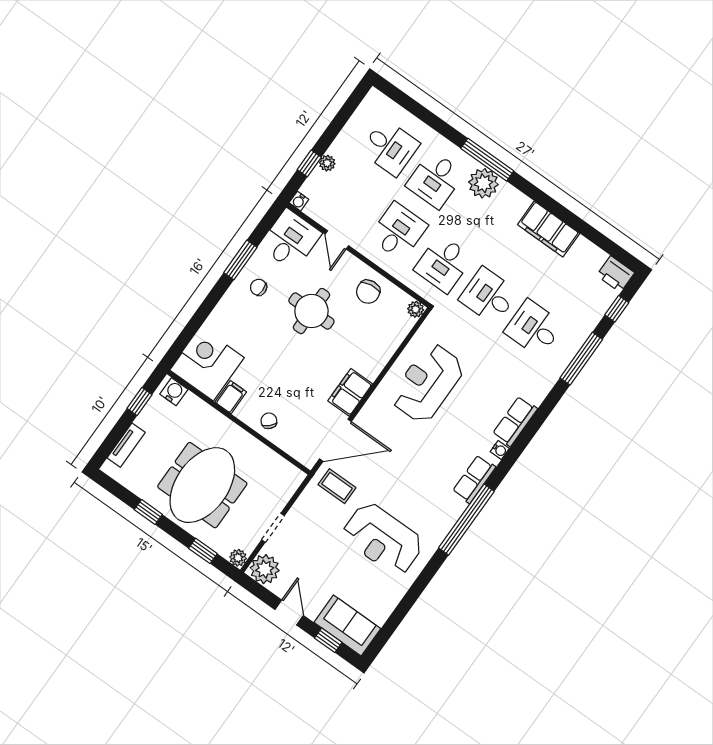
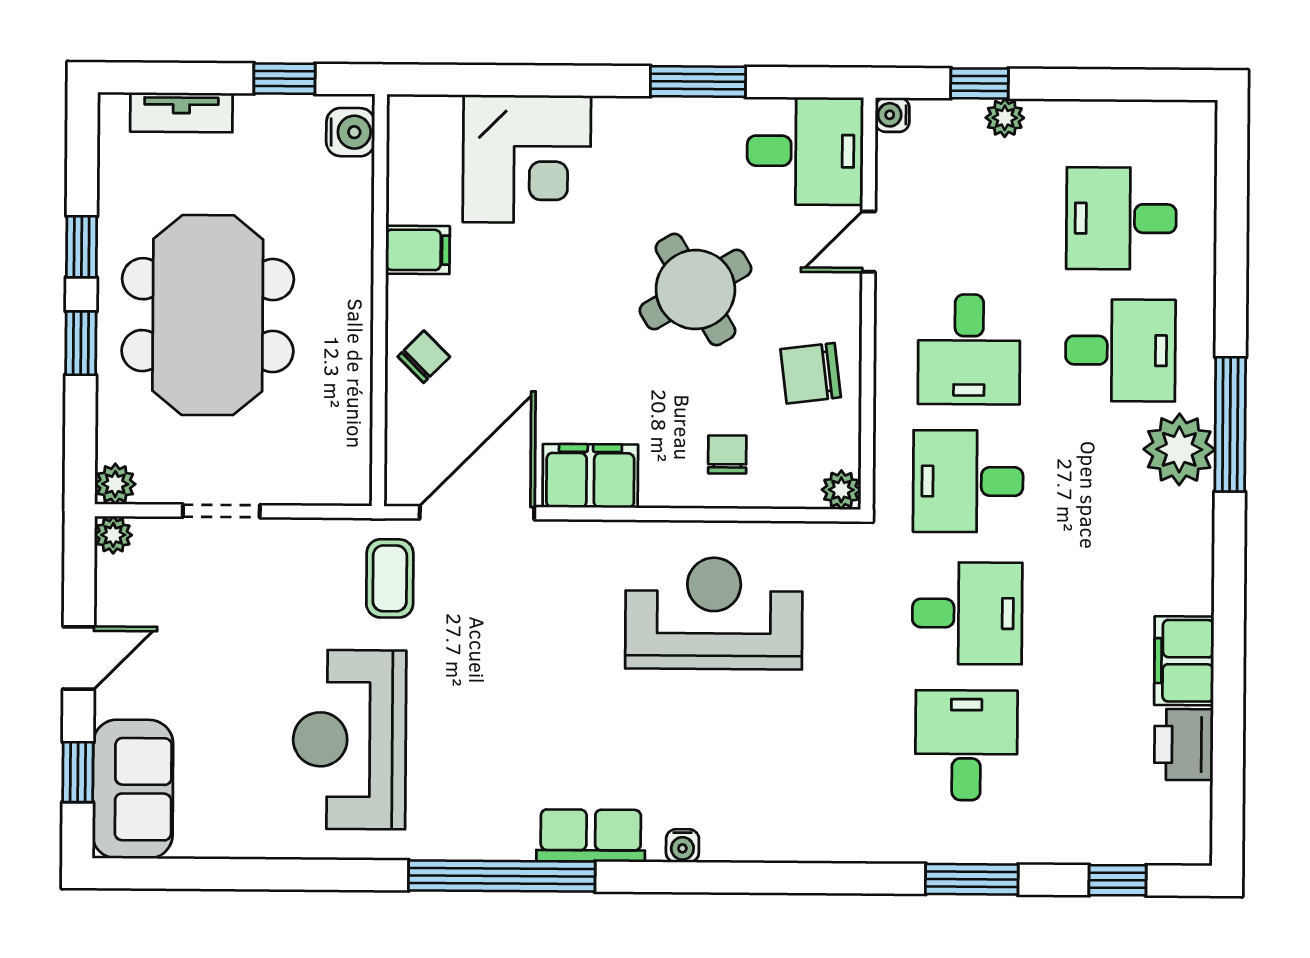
desk: (390, 147) -> (1121, 218), turned 90
desk: (435, 180) -> (1120, 350), turned 180
filing cabinet: (549, 229) -> (1184, 661), width x0.67, depth x0.86
desk: (398, 231) -> (969, 349), turned 90
printer: (616, 274) -> (1184, 744), moved
chair: (259, 287) -> (727, 454), moved
desk: (489, 296) -> (967, 613), turned 90
round table: (311, 311) -> (695, 290), turned -31
window: (581, 359) -> (972, 879), width x0.69
corner desk: (207, 364) -> (527, 159), moved, turned 90
row of seats: (515, 421) -> (759, 836), removed
door: (335, 440) -> (477, 513), swing flipped
meeting table: (202, 485) -> (208, 315), turned 90
window: (203, 551) -> (81, 343), moved
plant: (265, 569) -> (113, 535), width x0.53, depth x0.53

